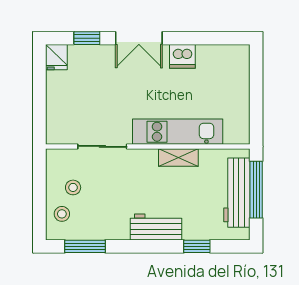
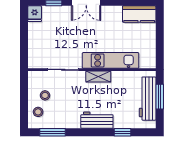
dishwasher: (182, 56) -> (113, 13), removed
kitchen counter: (223, 58) -> (139, 14), added
shelving: (178, 157) -> (98, 77), moved
window: (256, 190) -> (160, 97), width x0.69

